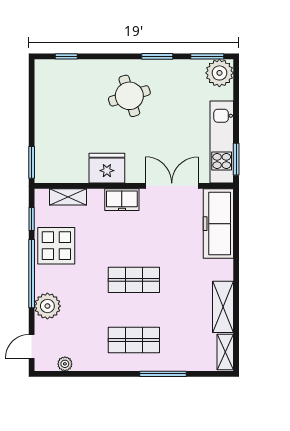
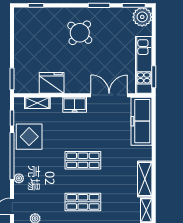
round table: (129, 96) -> (80, 33), turned -33
fridge: (107, 168) -> (52, 83), moved
plant: (47, 306) -> (19, 178), width x0.53, depth x0.53

